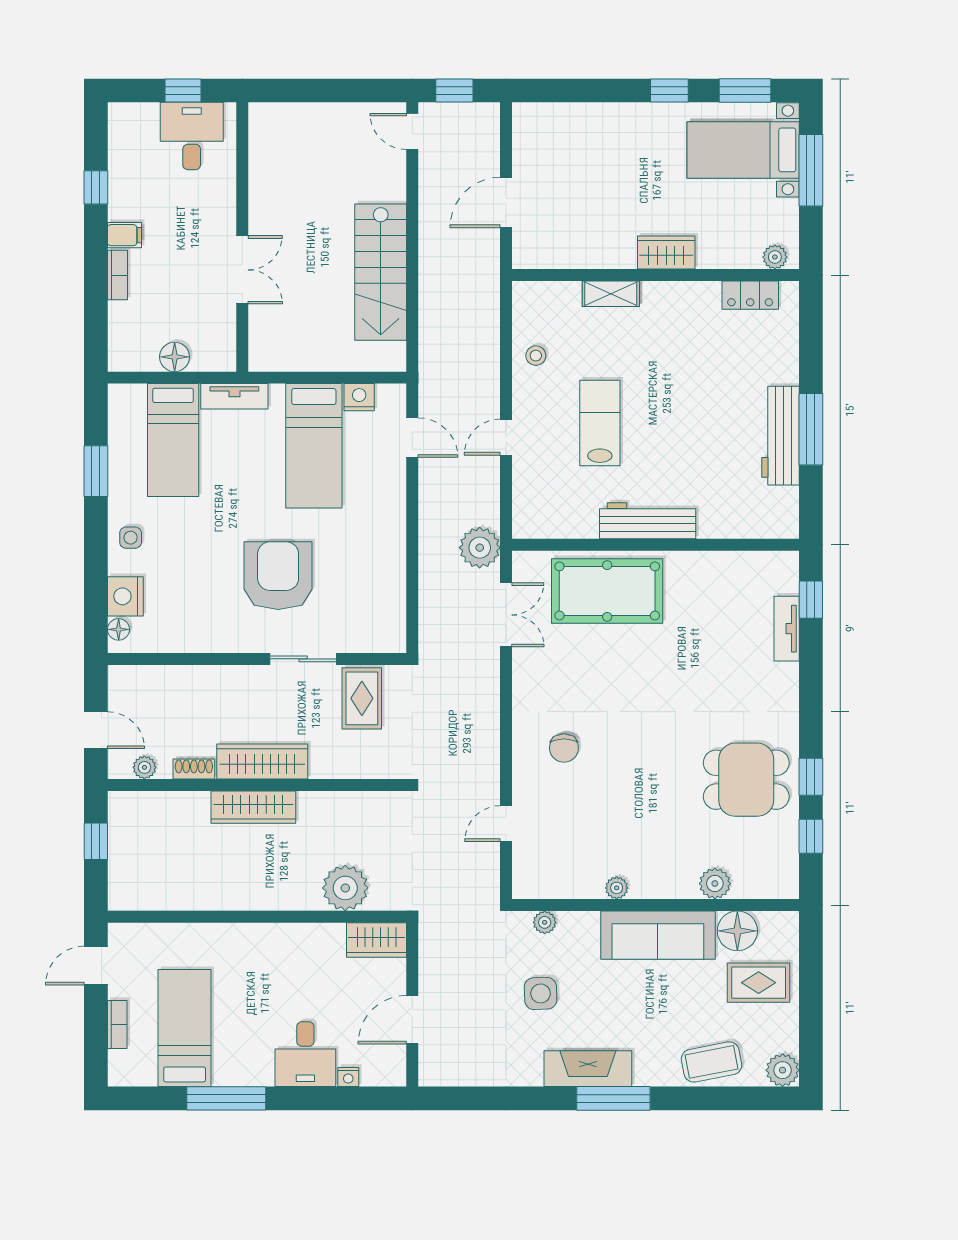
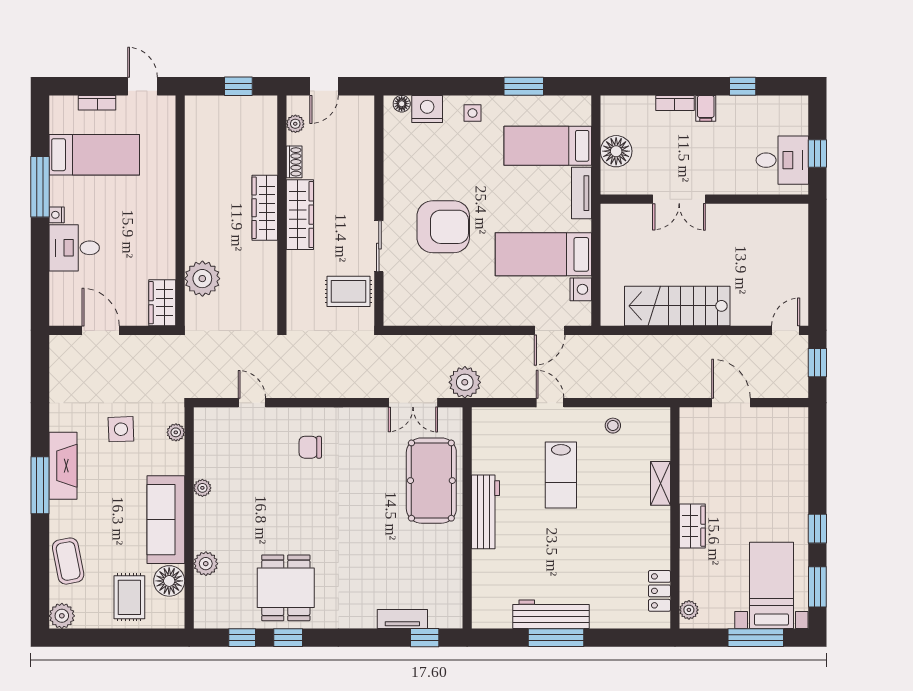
floor lamp: (175, 357) -> (616, 151), width x1.38, depth x1.38
lab bench: (600, 423) -> (561, 475), turned 90
nightstand: (348, 1077) -> (57, 215), moved

